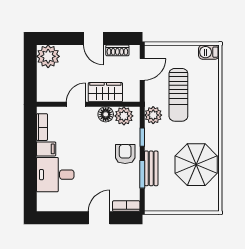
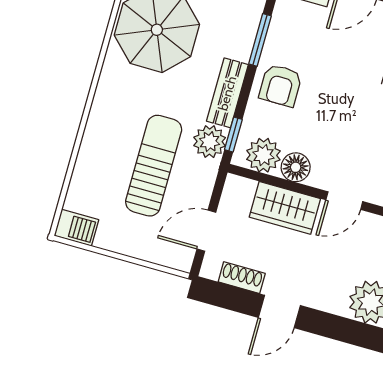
door: (93, 38) -> (279, 312), swing flipped
window: (142, 137) -> (233, 135), moved
bench: (151, 168) -> (227, 93), moved

